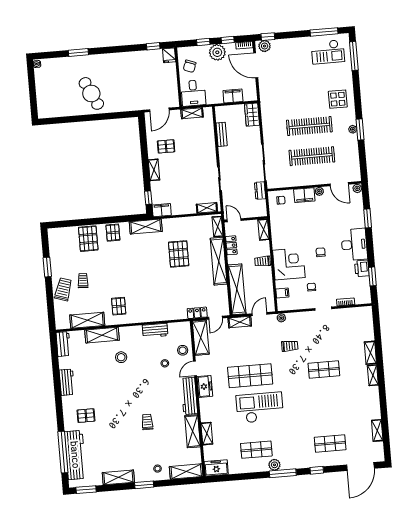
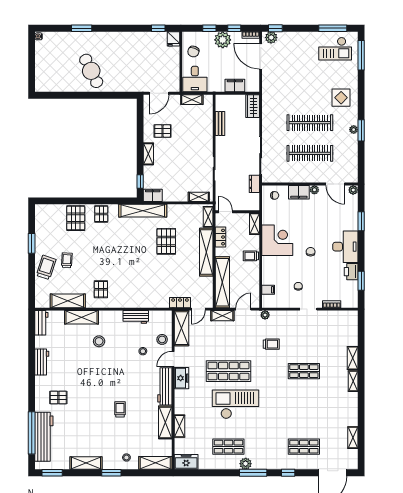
shelving: (146, 227) -> (143, 211), width x1.47
corner desk: (289, 264) -> (277, 240), moved

